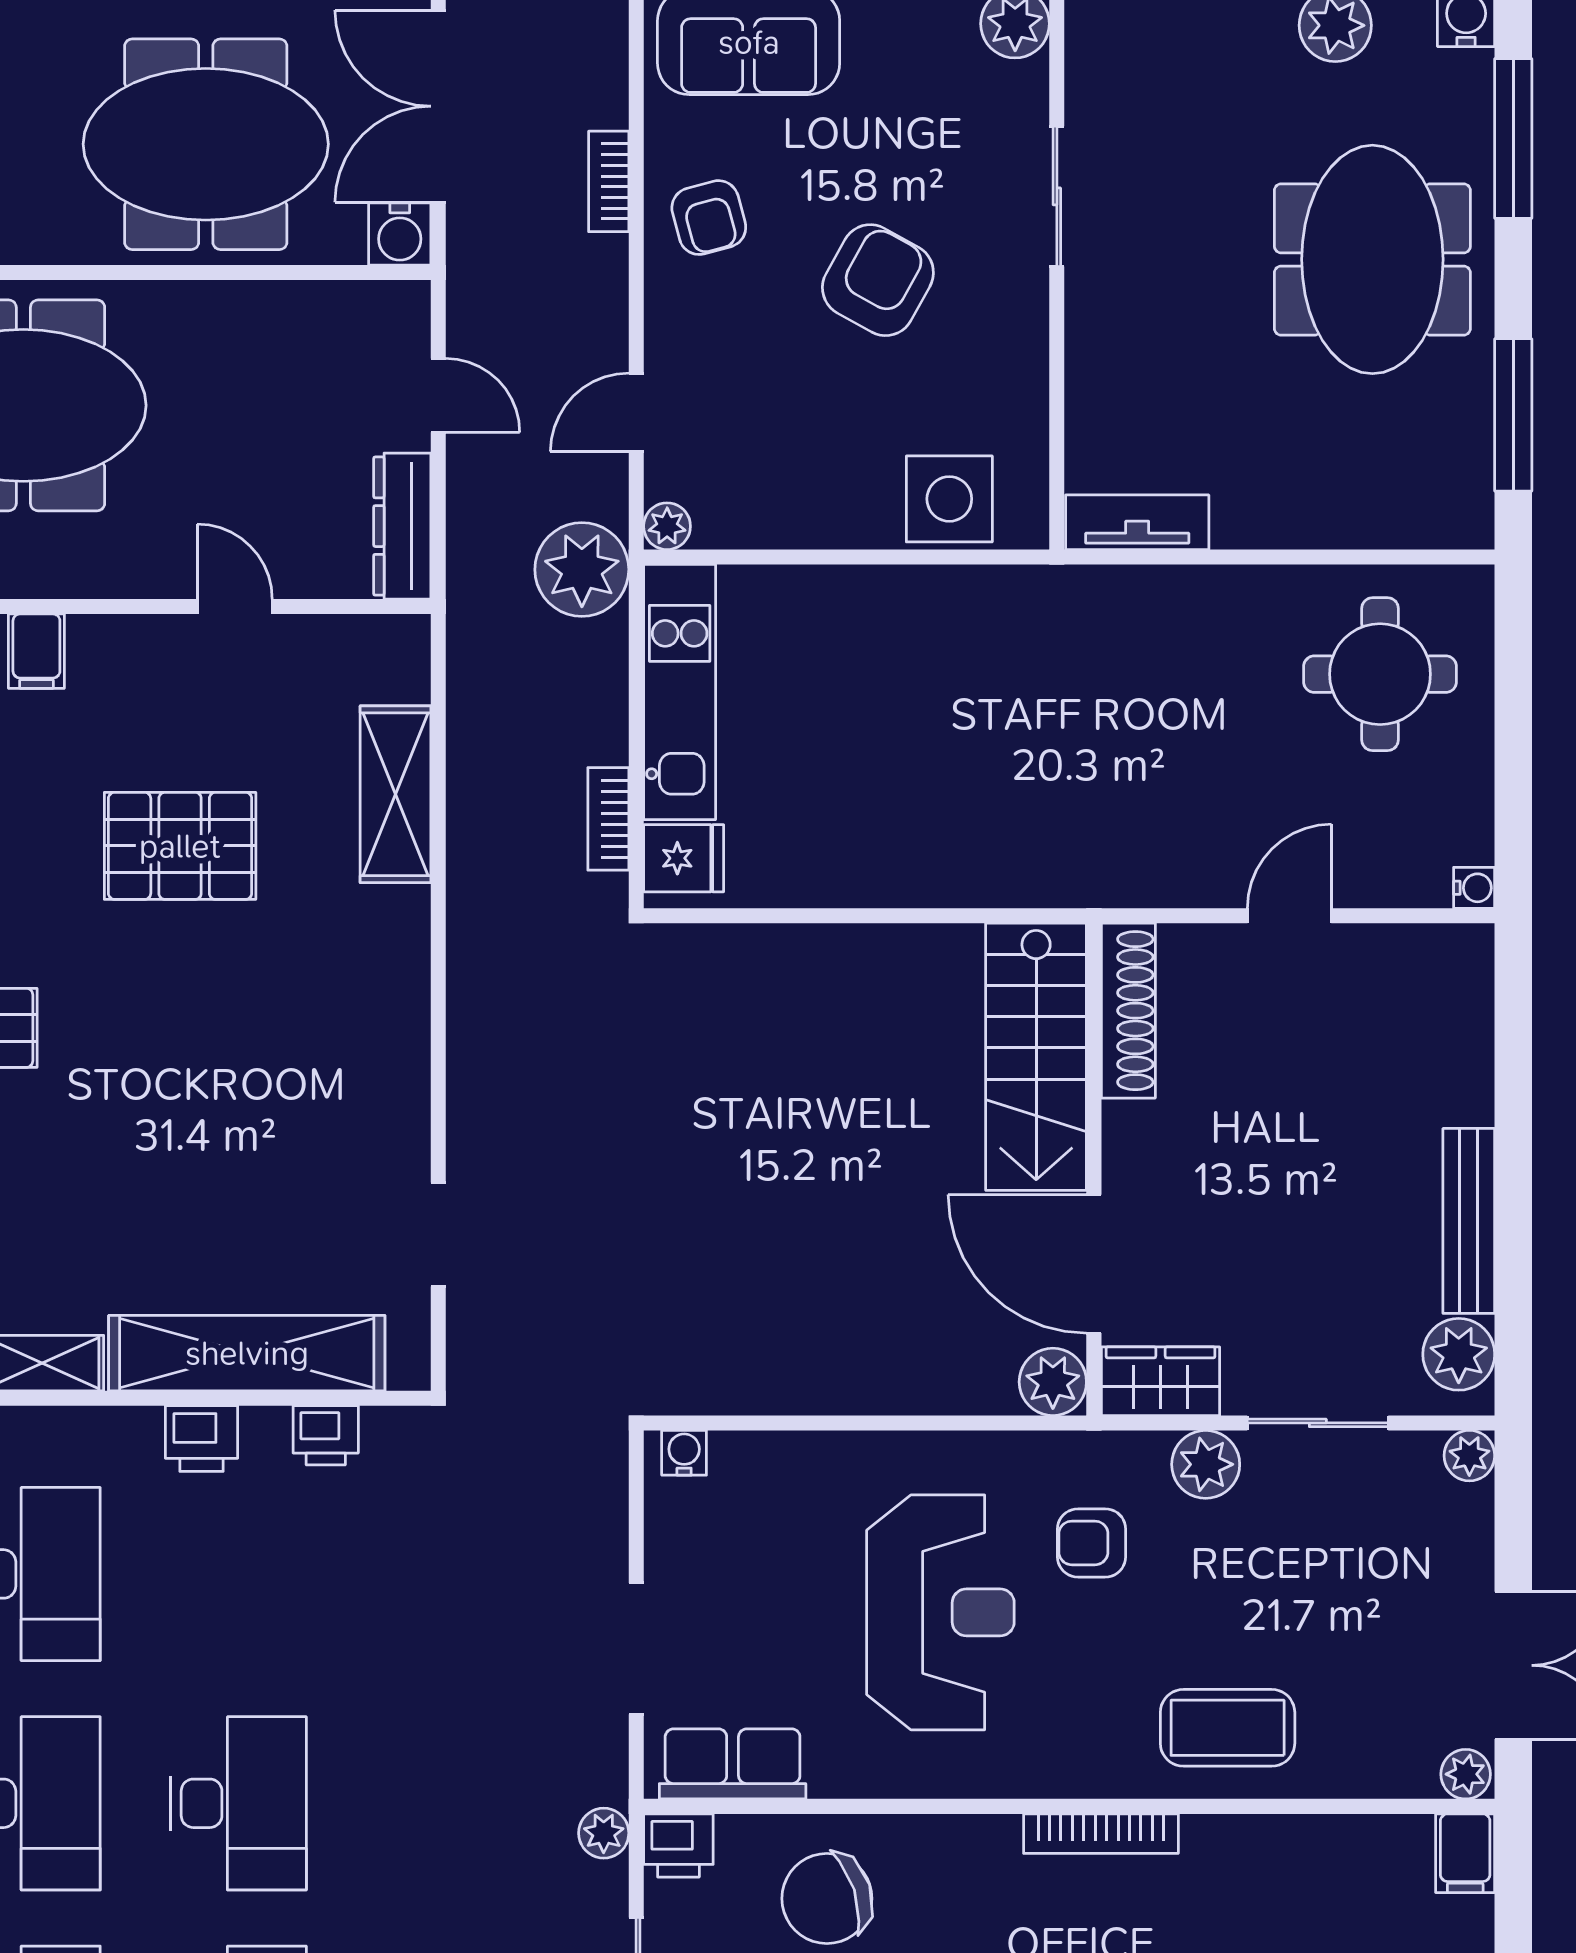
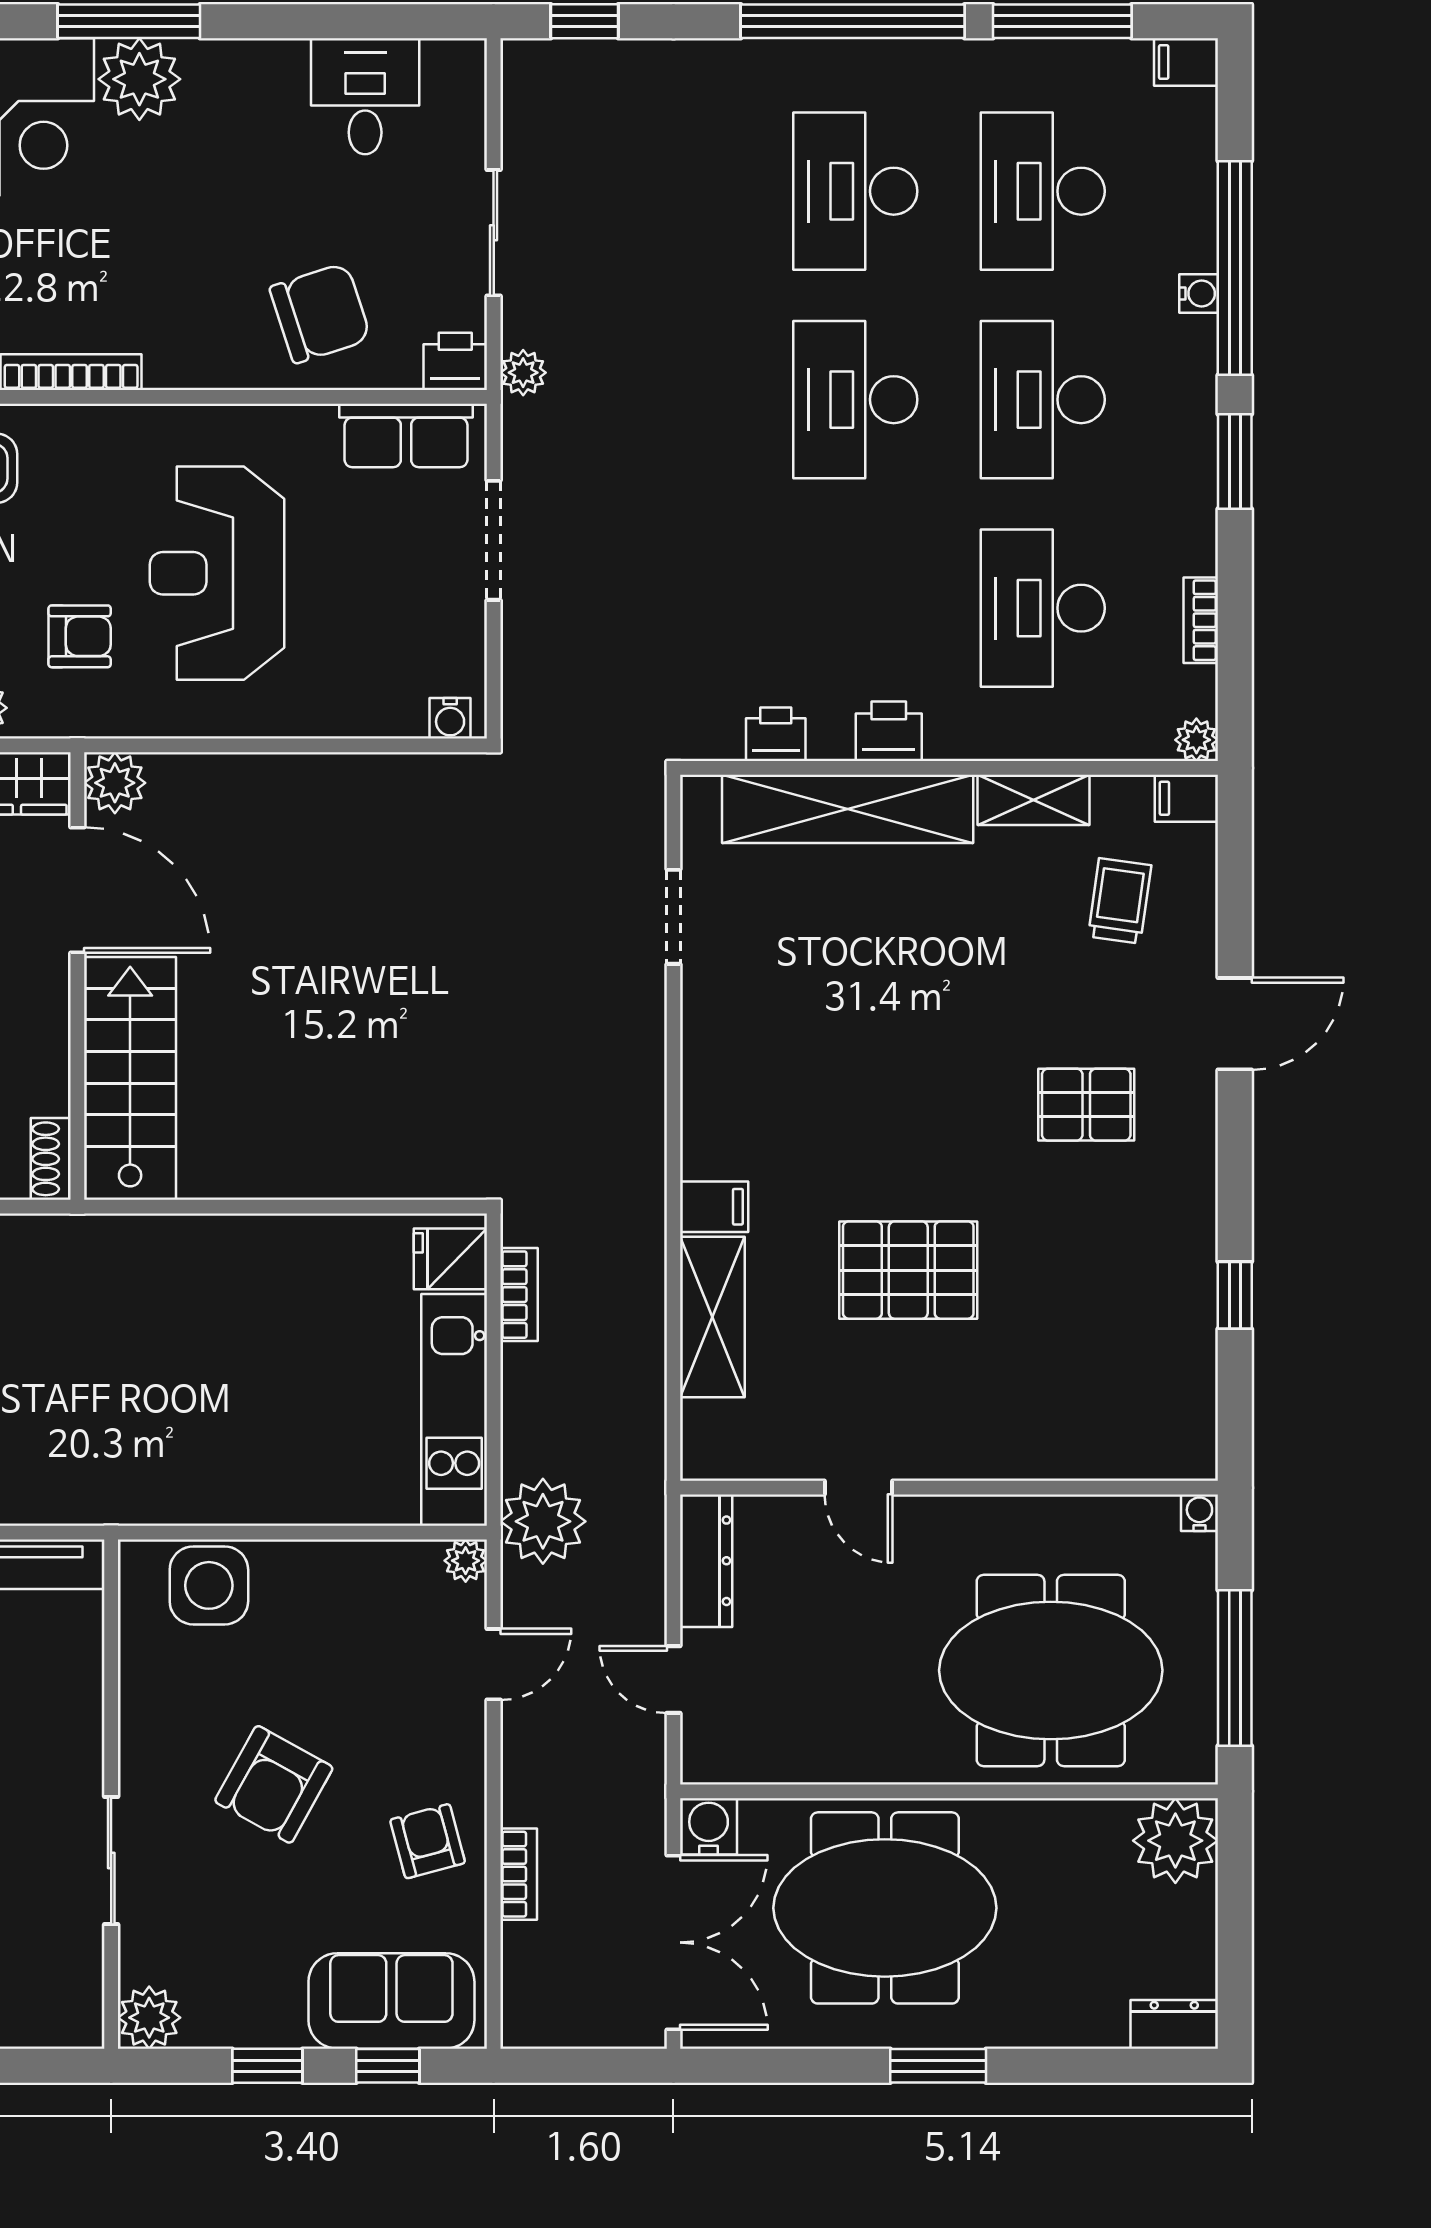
filing cabinet: (36, 651) -> (714, 1207), moved, turned 90
shoe rack: (1128, 1011) -> (51, 1159), width x0.51, depth x0.81

